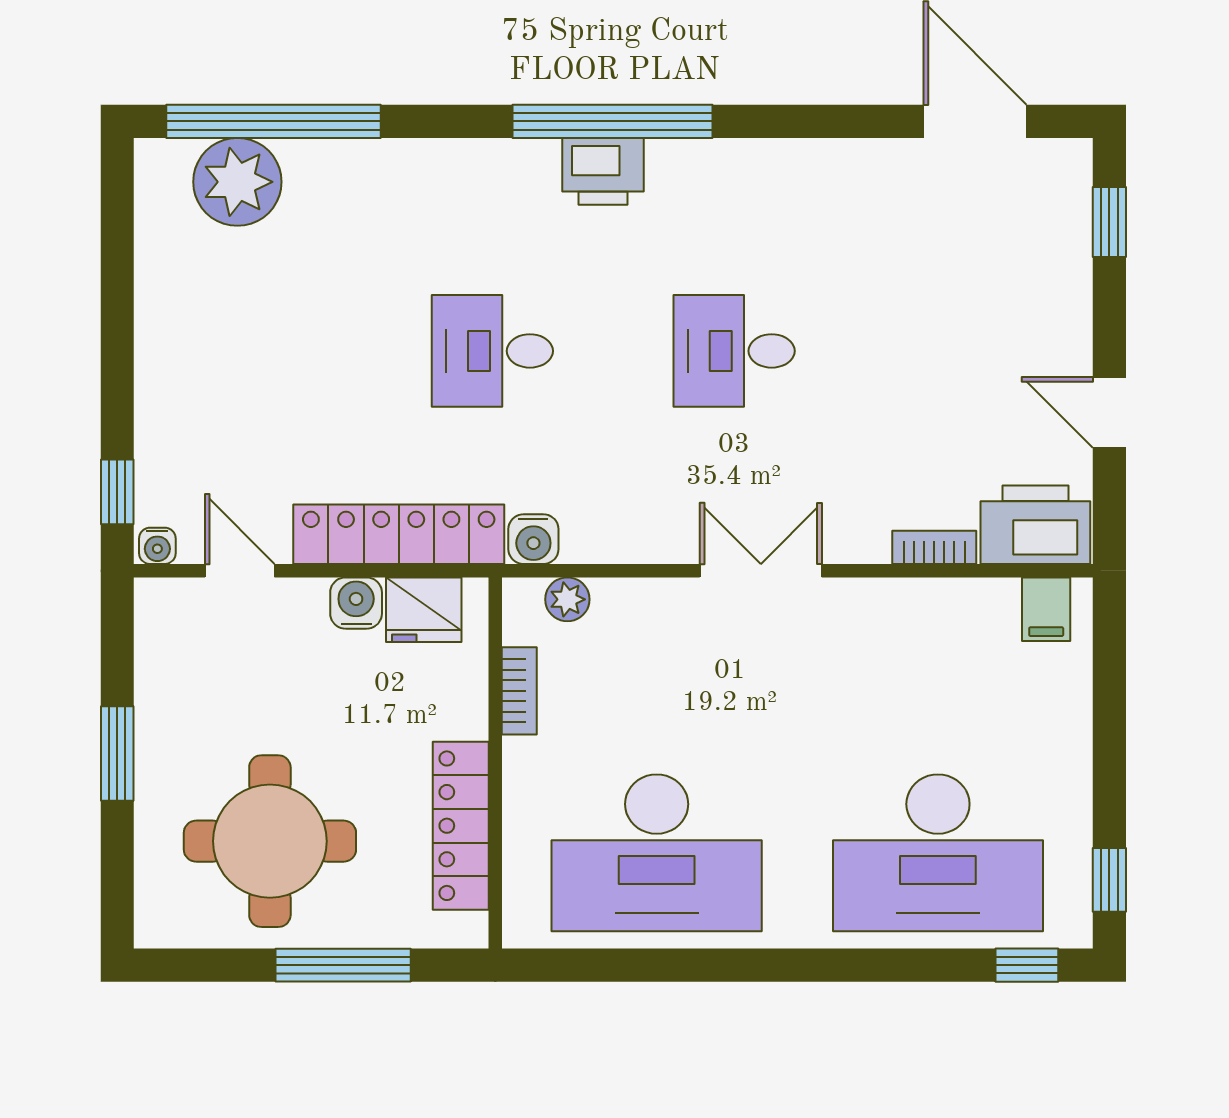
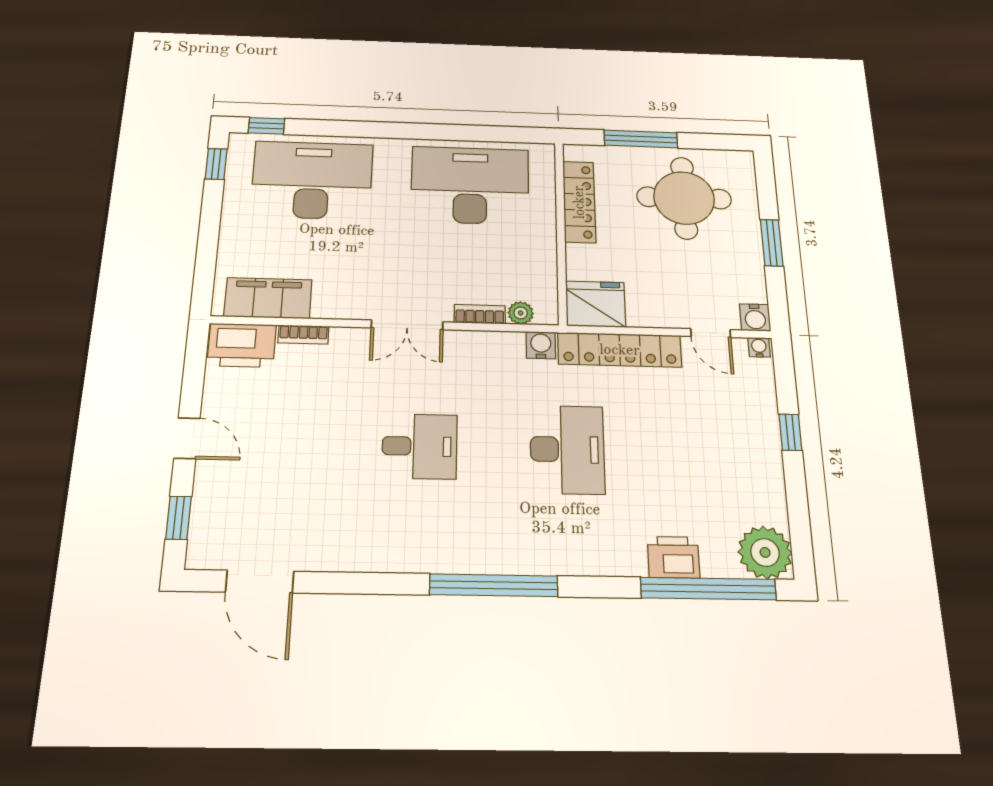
printer: (603, 171) -> (673, 557), moved
plant: (237, 182) -> (765, 552), moved
desk: (492, 351) -> (567, 449), width x1.37
door: (1109, 412) -> (187, 438), moved
window: (117, 492) -> (790, 432), moved
water cooler: (356, 603) -> (755, 318), moved
filing cabinet: (1046, 609) -> (268, 298), width x3.00, depth x1.17
fridge: (424, 610) -> (596, 304), width x1.36, depth x1.34
bookcase: (519, 691) -> (480, 314), moved, turned 90

